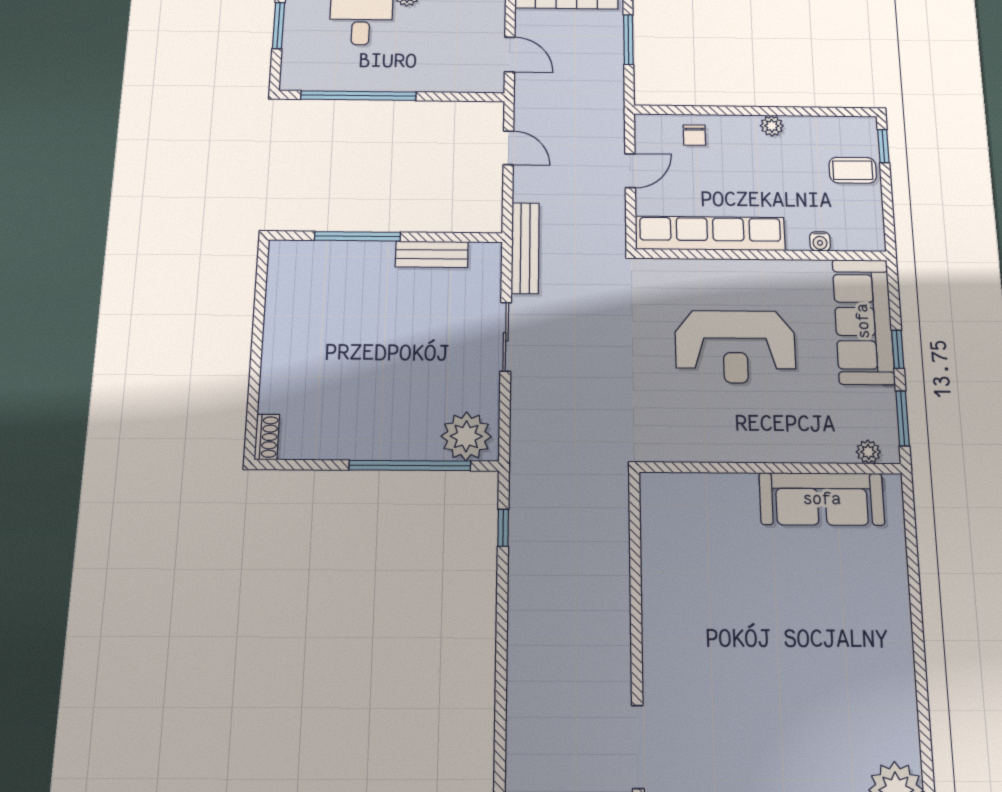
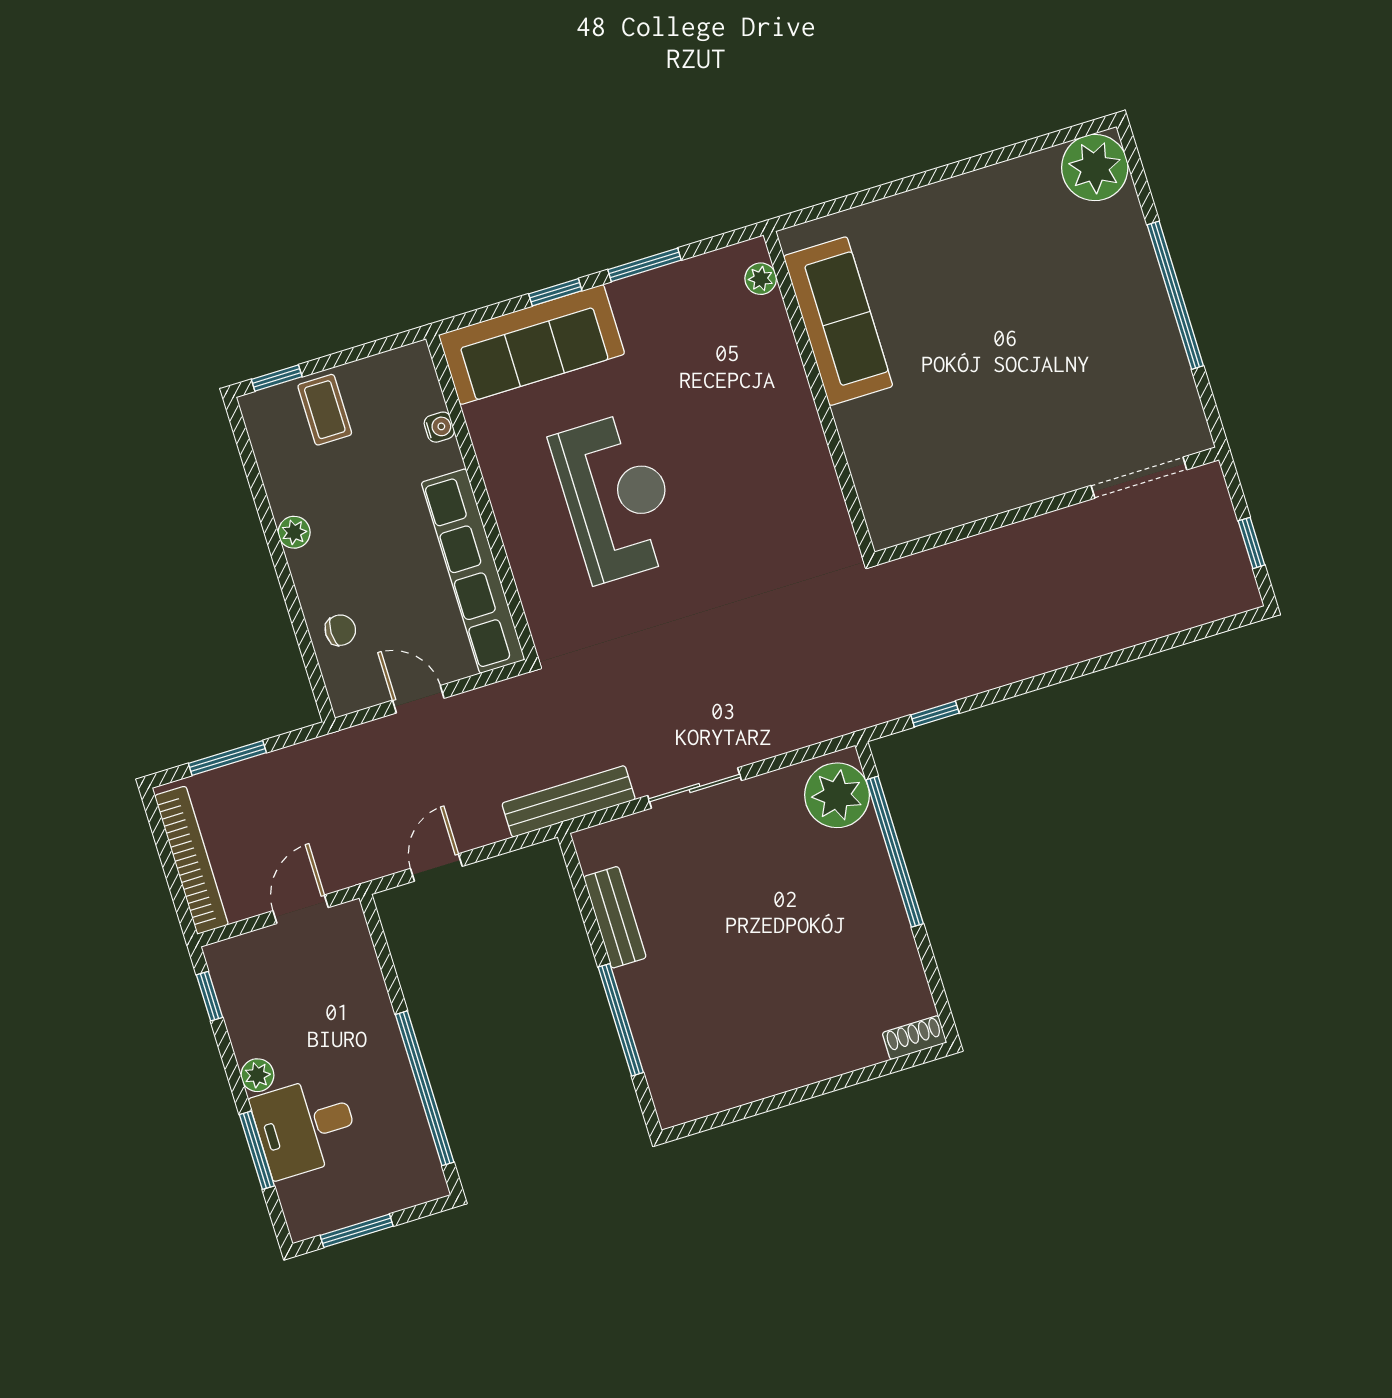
plant: (868, 452) -> (761, 279), moved
wall: (770, 468) -> (819, 394), moved
sofa: (822, 499) -> (838, 321), moved

